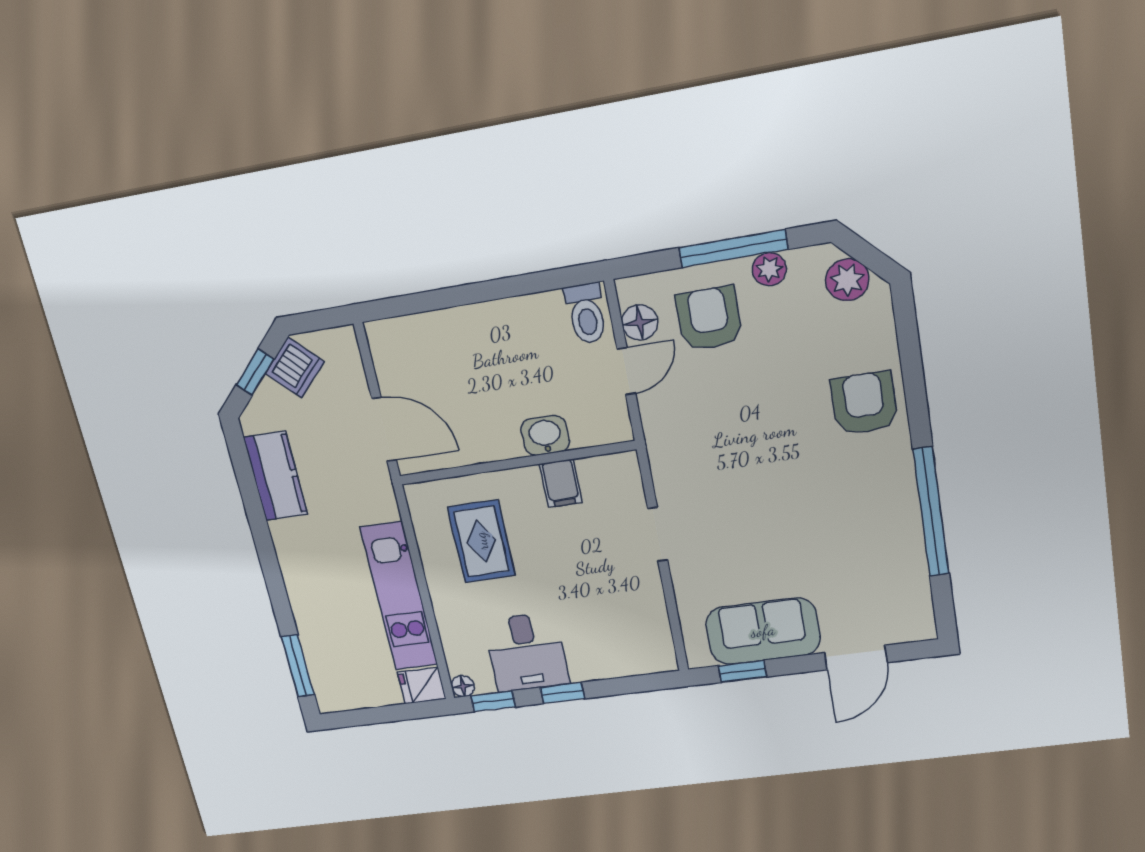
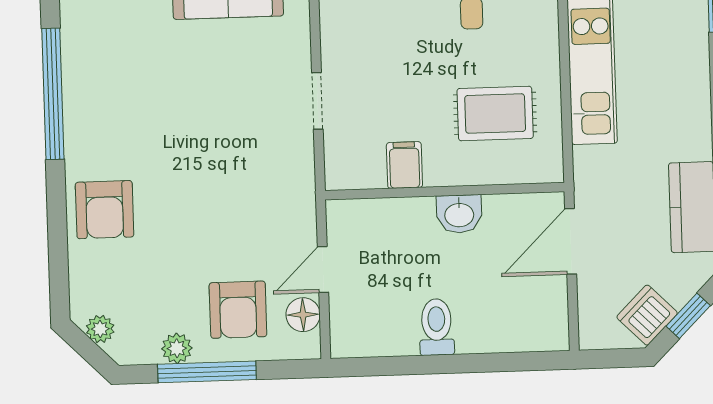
plant: (847, 280) -> (100, 329), width x0.73, depth x0.73
toilet: (586, 314) -> (437, 327), moved
door: (384, 430) -> (571, 241), hinge flipped
washbasin: (545, 435) -> (459, 214), moved
rug: (481, 541) -> (495, 113), turned 90

